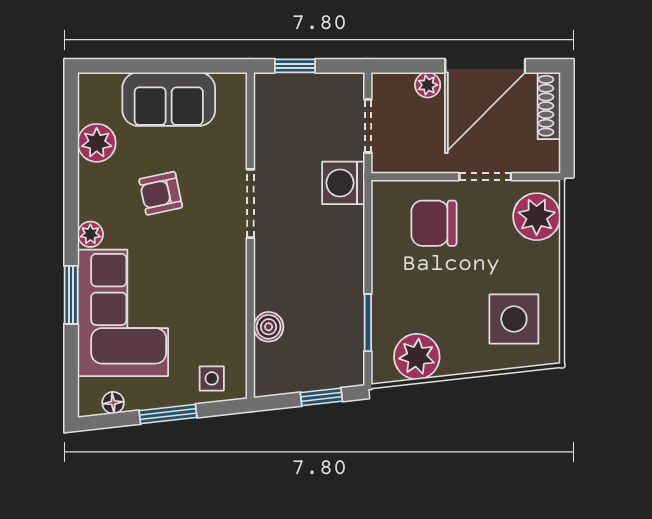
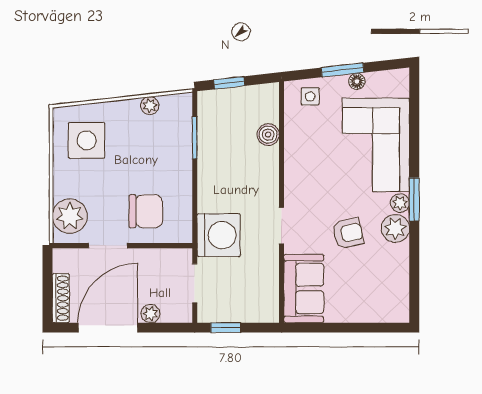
window: (295, 66) -> (226, 328), moved
sofa: (169, 99) -> (304, 289), moved, turned 90
plant: (97, 143) -> (395, 228), moved
washing machine: (343, 183) -> (219, 235), width x1.37, depth x1.37
doorway: (250, 204) -> (282, 226), width x0.73
window: (71, 295) -> (414, 199), moved
plant: (417, 357) -> (150, 106), width x0.53, depth x0.53
floor lamp: (113, 403) -> (357, 81), moved

